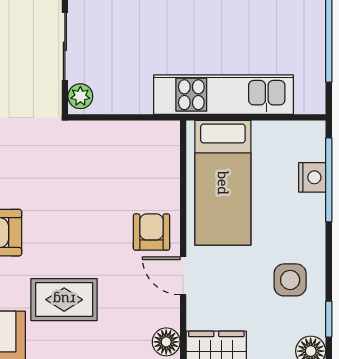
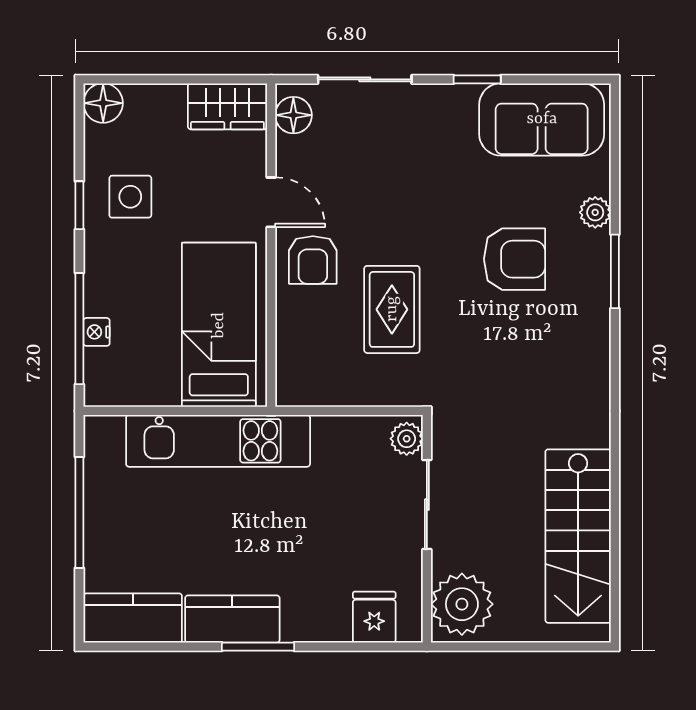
nightstand: (312, 177) -> (97, 332), width x0.72, depth x0.74
rug: (64, 300) -> (392, 309), moved, turned 90
window: (329, 319) -> (79, 205), moved

